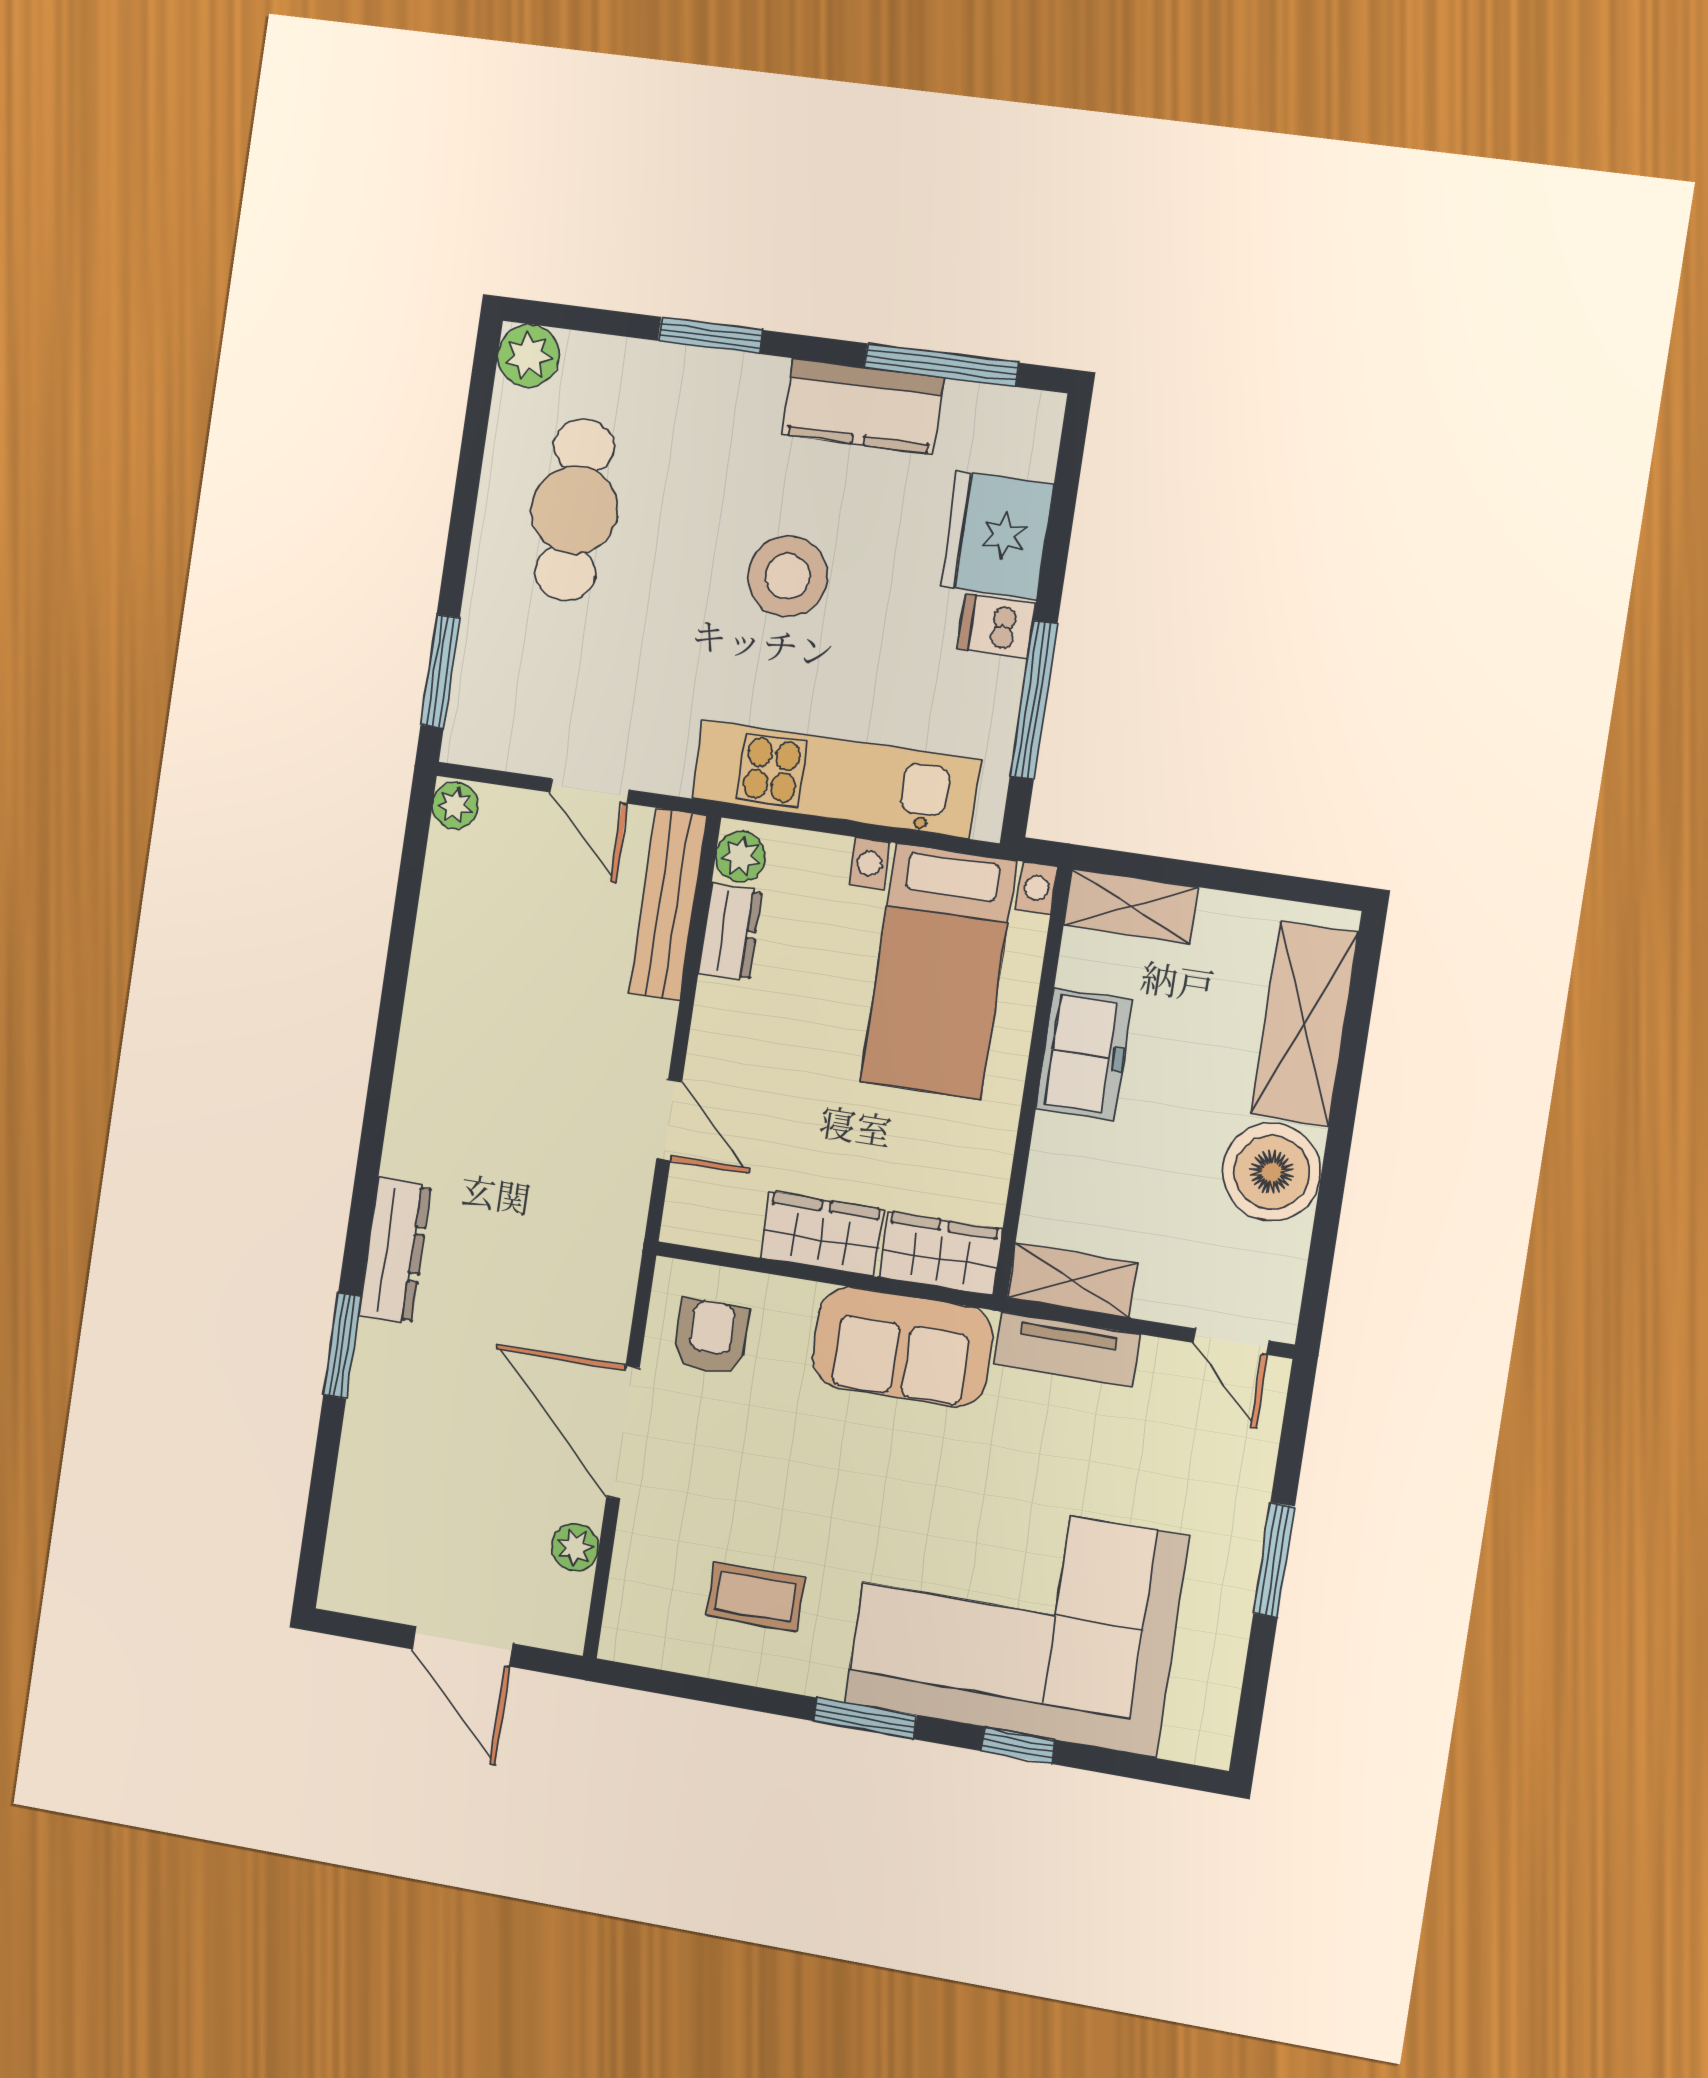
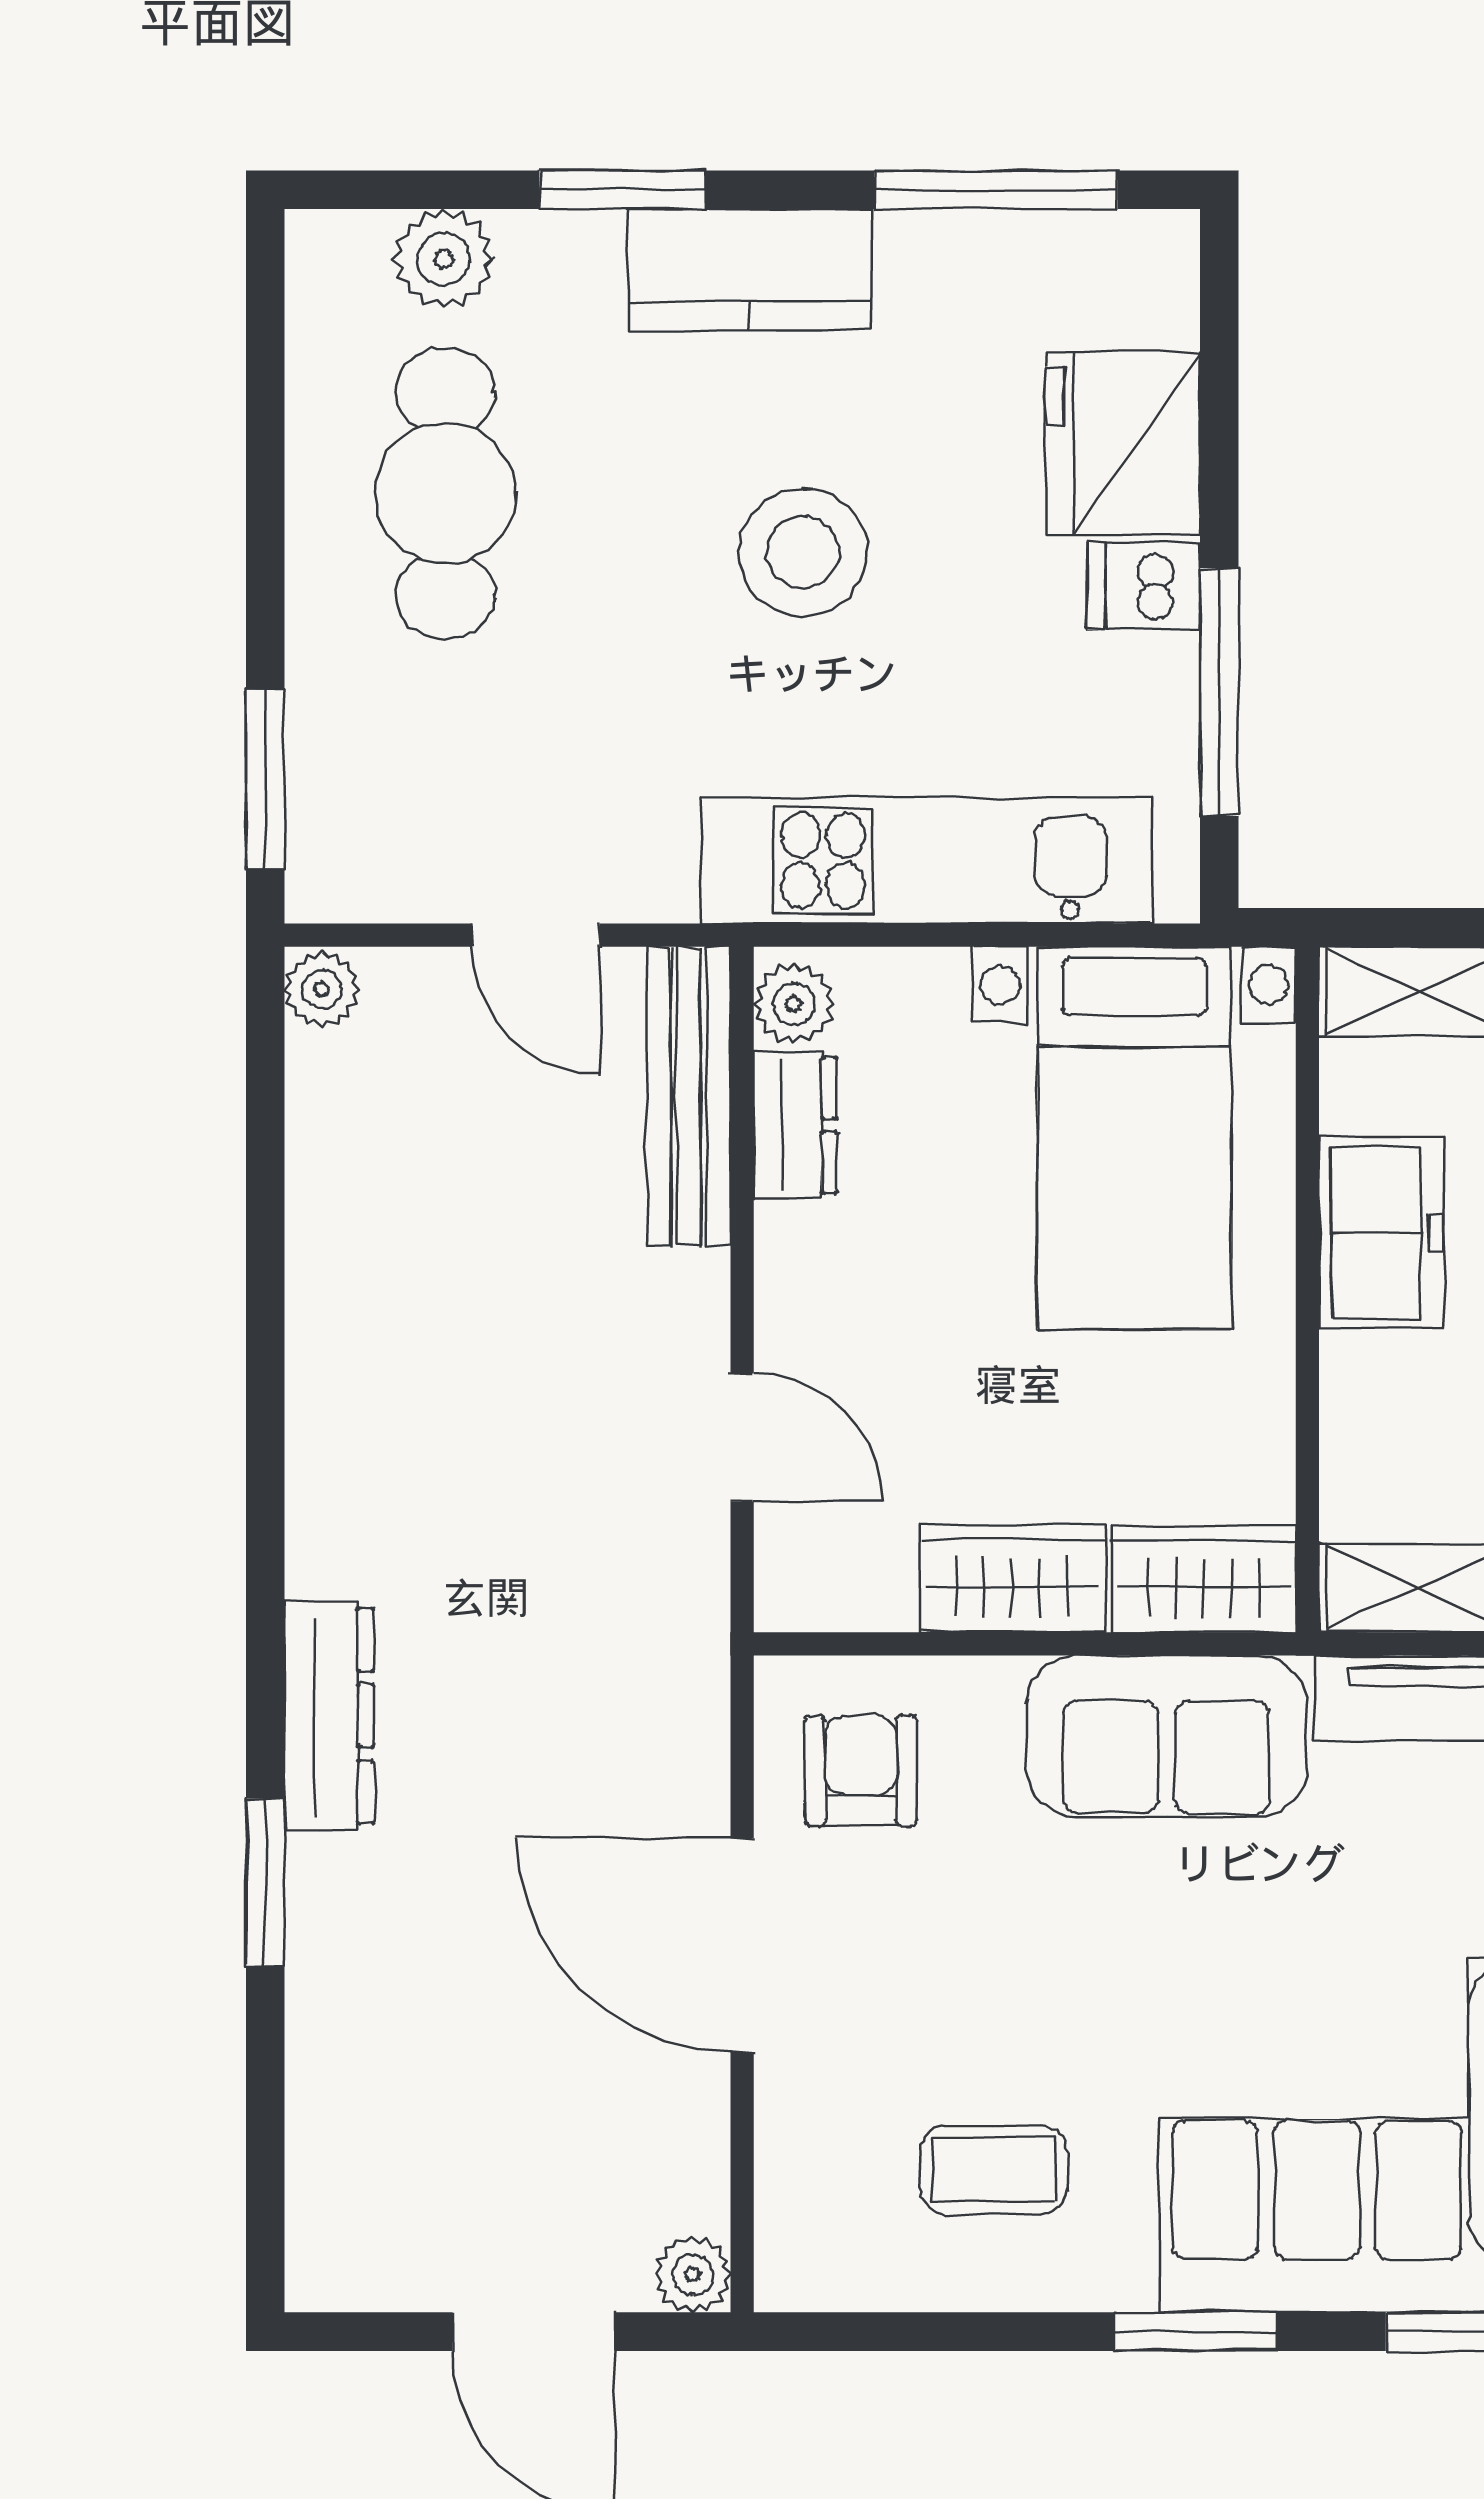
plant: (529, 356) -> (444, 259), moved
kitchen counter: (863, 406) -> (750, 270), moved
plant: (575, 1547) -> (693, 2274), moved

